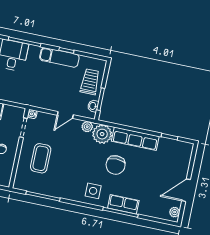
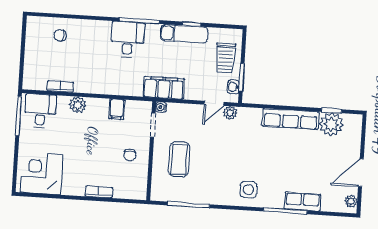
trolley: (90, 82) -> (225, 58), turned 180
filing cabinet: (37, 99) -> (164, 88), added
door: (65, 115) -> (214, 103), moved
plant: (102, 134) -> (331, 124), moved
chair: (116, 165) -> (271, 154), removed
row of seats: (123, 204) -> (302, 202), moved

